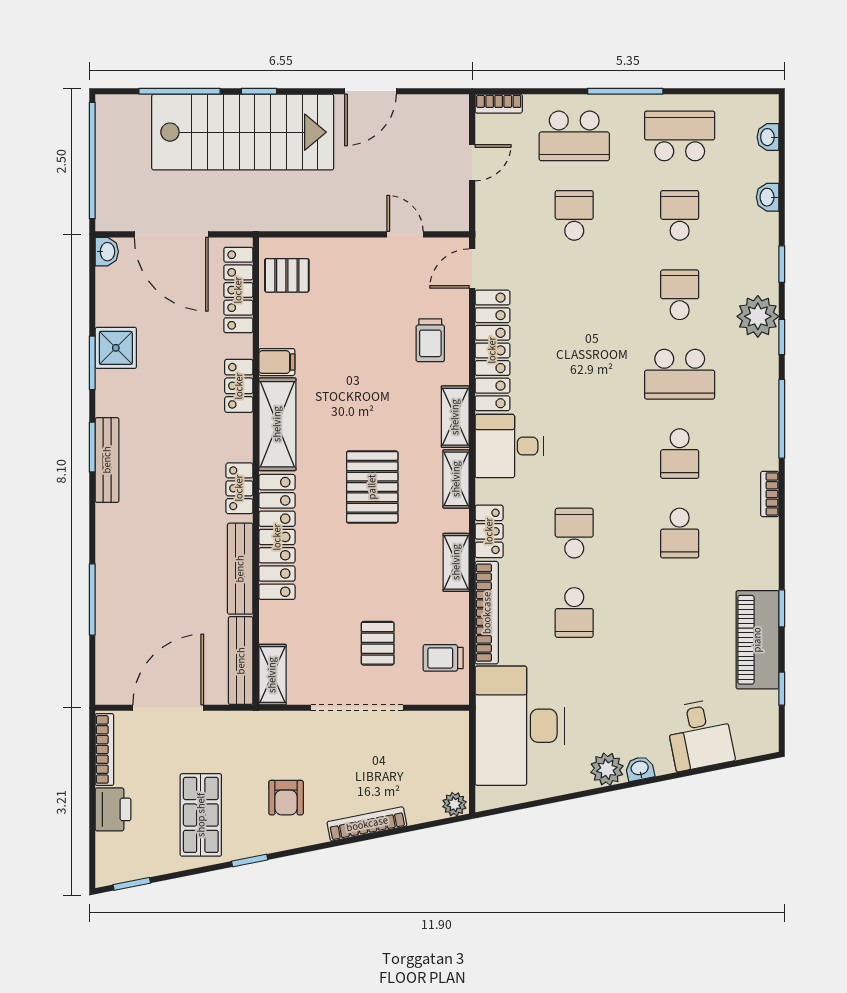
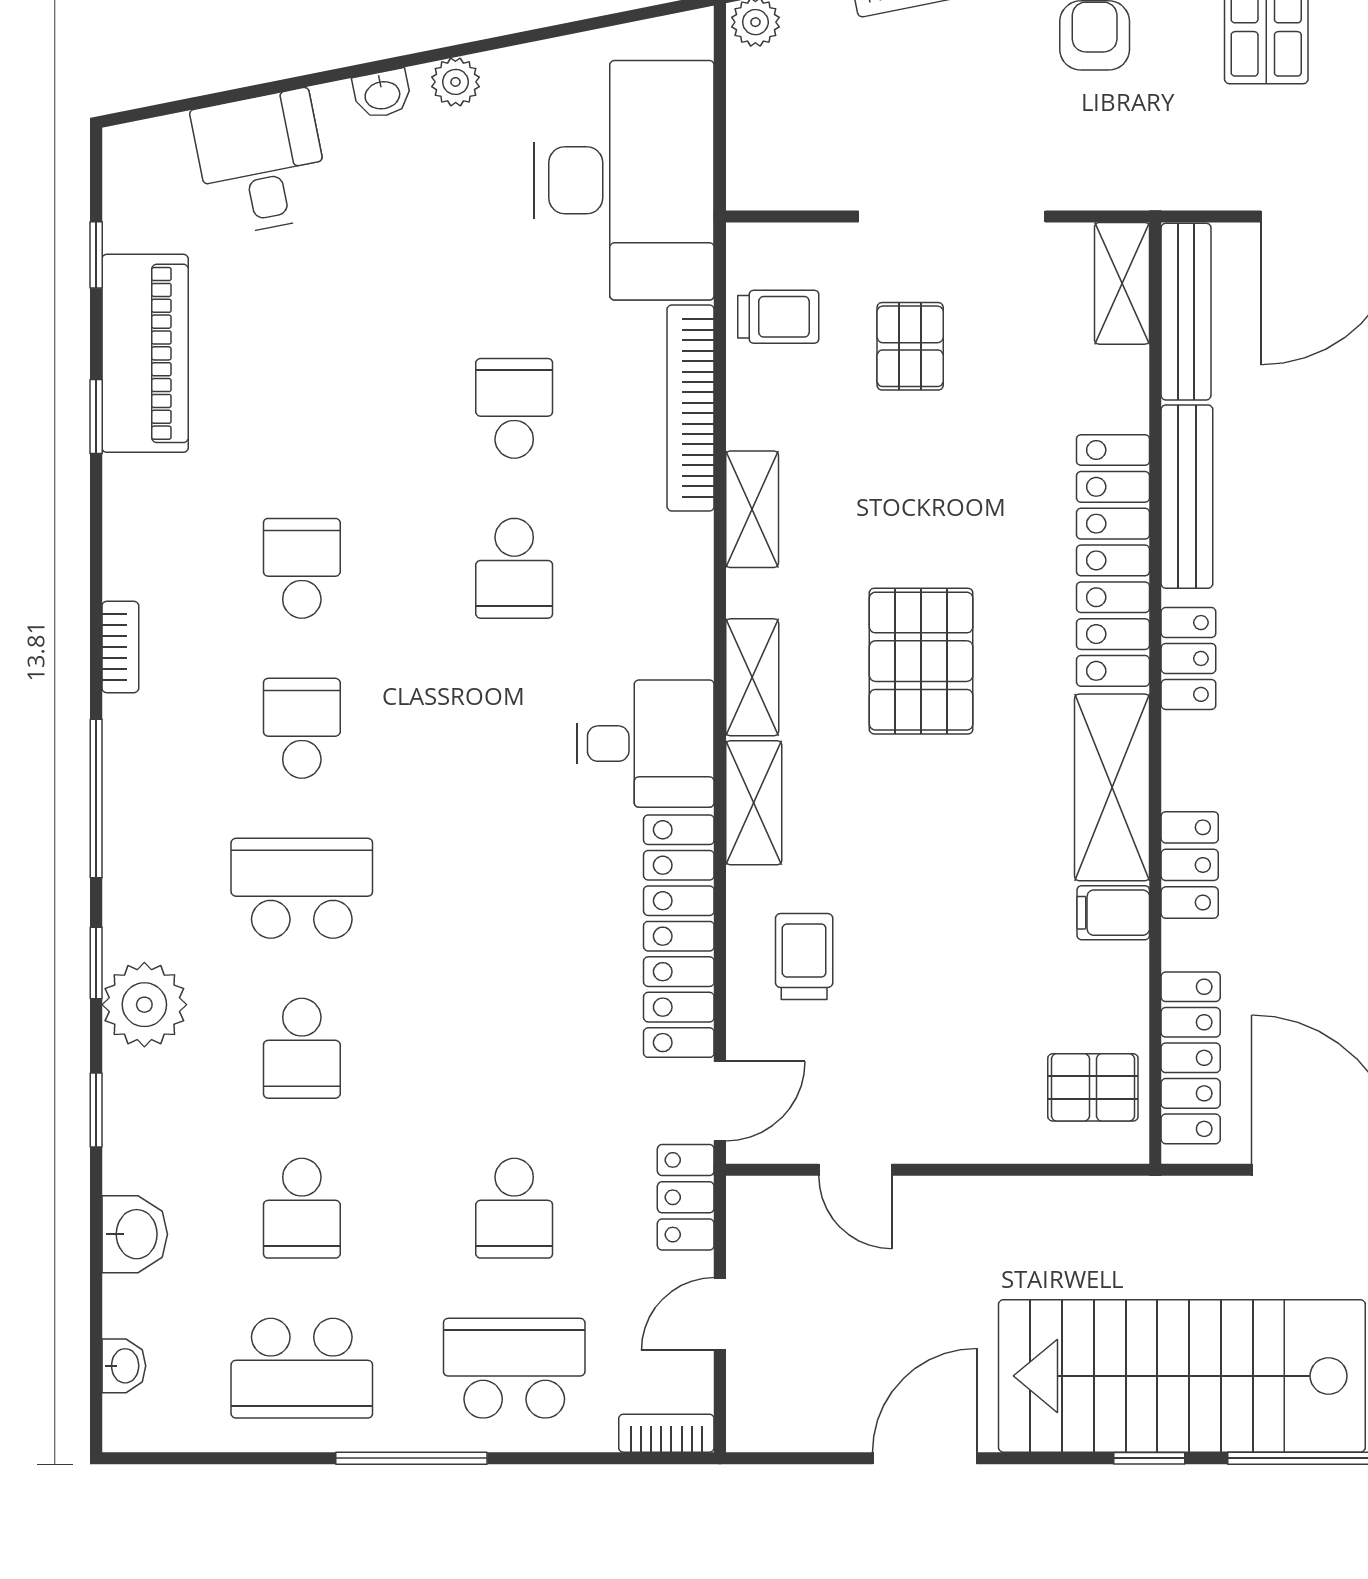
washbasin: (768, 197) -> (135, 1234), width x1.38, depth x1.45
locker: (489, 531) -> (686, 1197), moved
plant: (607, 769) -> (455, 82), width x0.73, depth x0.73

